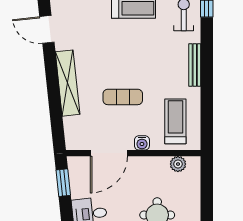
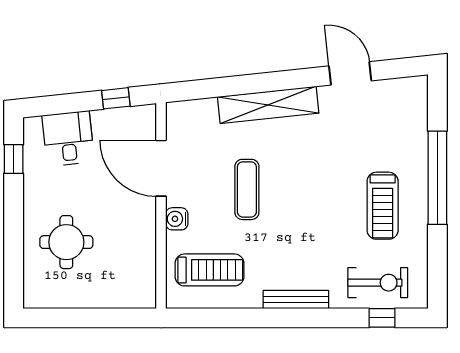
door: (47, 29) -> (350, 73), hinge flipped
plant: (178, 164) -> (144, 274), removed
window: (63, 183) -> (116, 98), width x0.67

